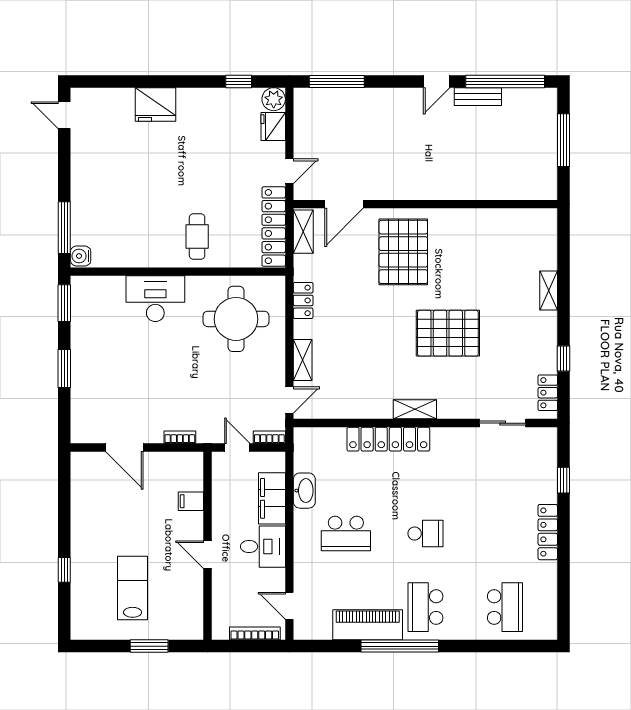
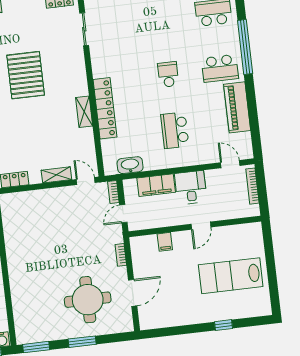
desk: (155, 299) -> (26, 284), removed
round table: (236, 319) -> (88, 300), moved
shelving: (415, 409) -> (84, 112), moved
washbasin: (304, 491) -> (130, 165), moved
school desk: (346, 533) -> (175, 130), turned 180
lab bench: (133, 588) -> (231, 276), width x1.36, depth x1.39
door: (289, 606) -> (230, 164), swing flipped
window: (149, 646) -> (270, 259), removed
window: (400, 646) -> (245, 47), moved

